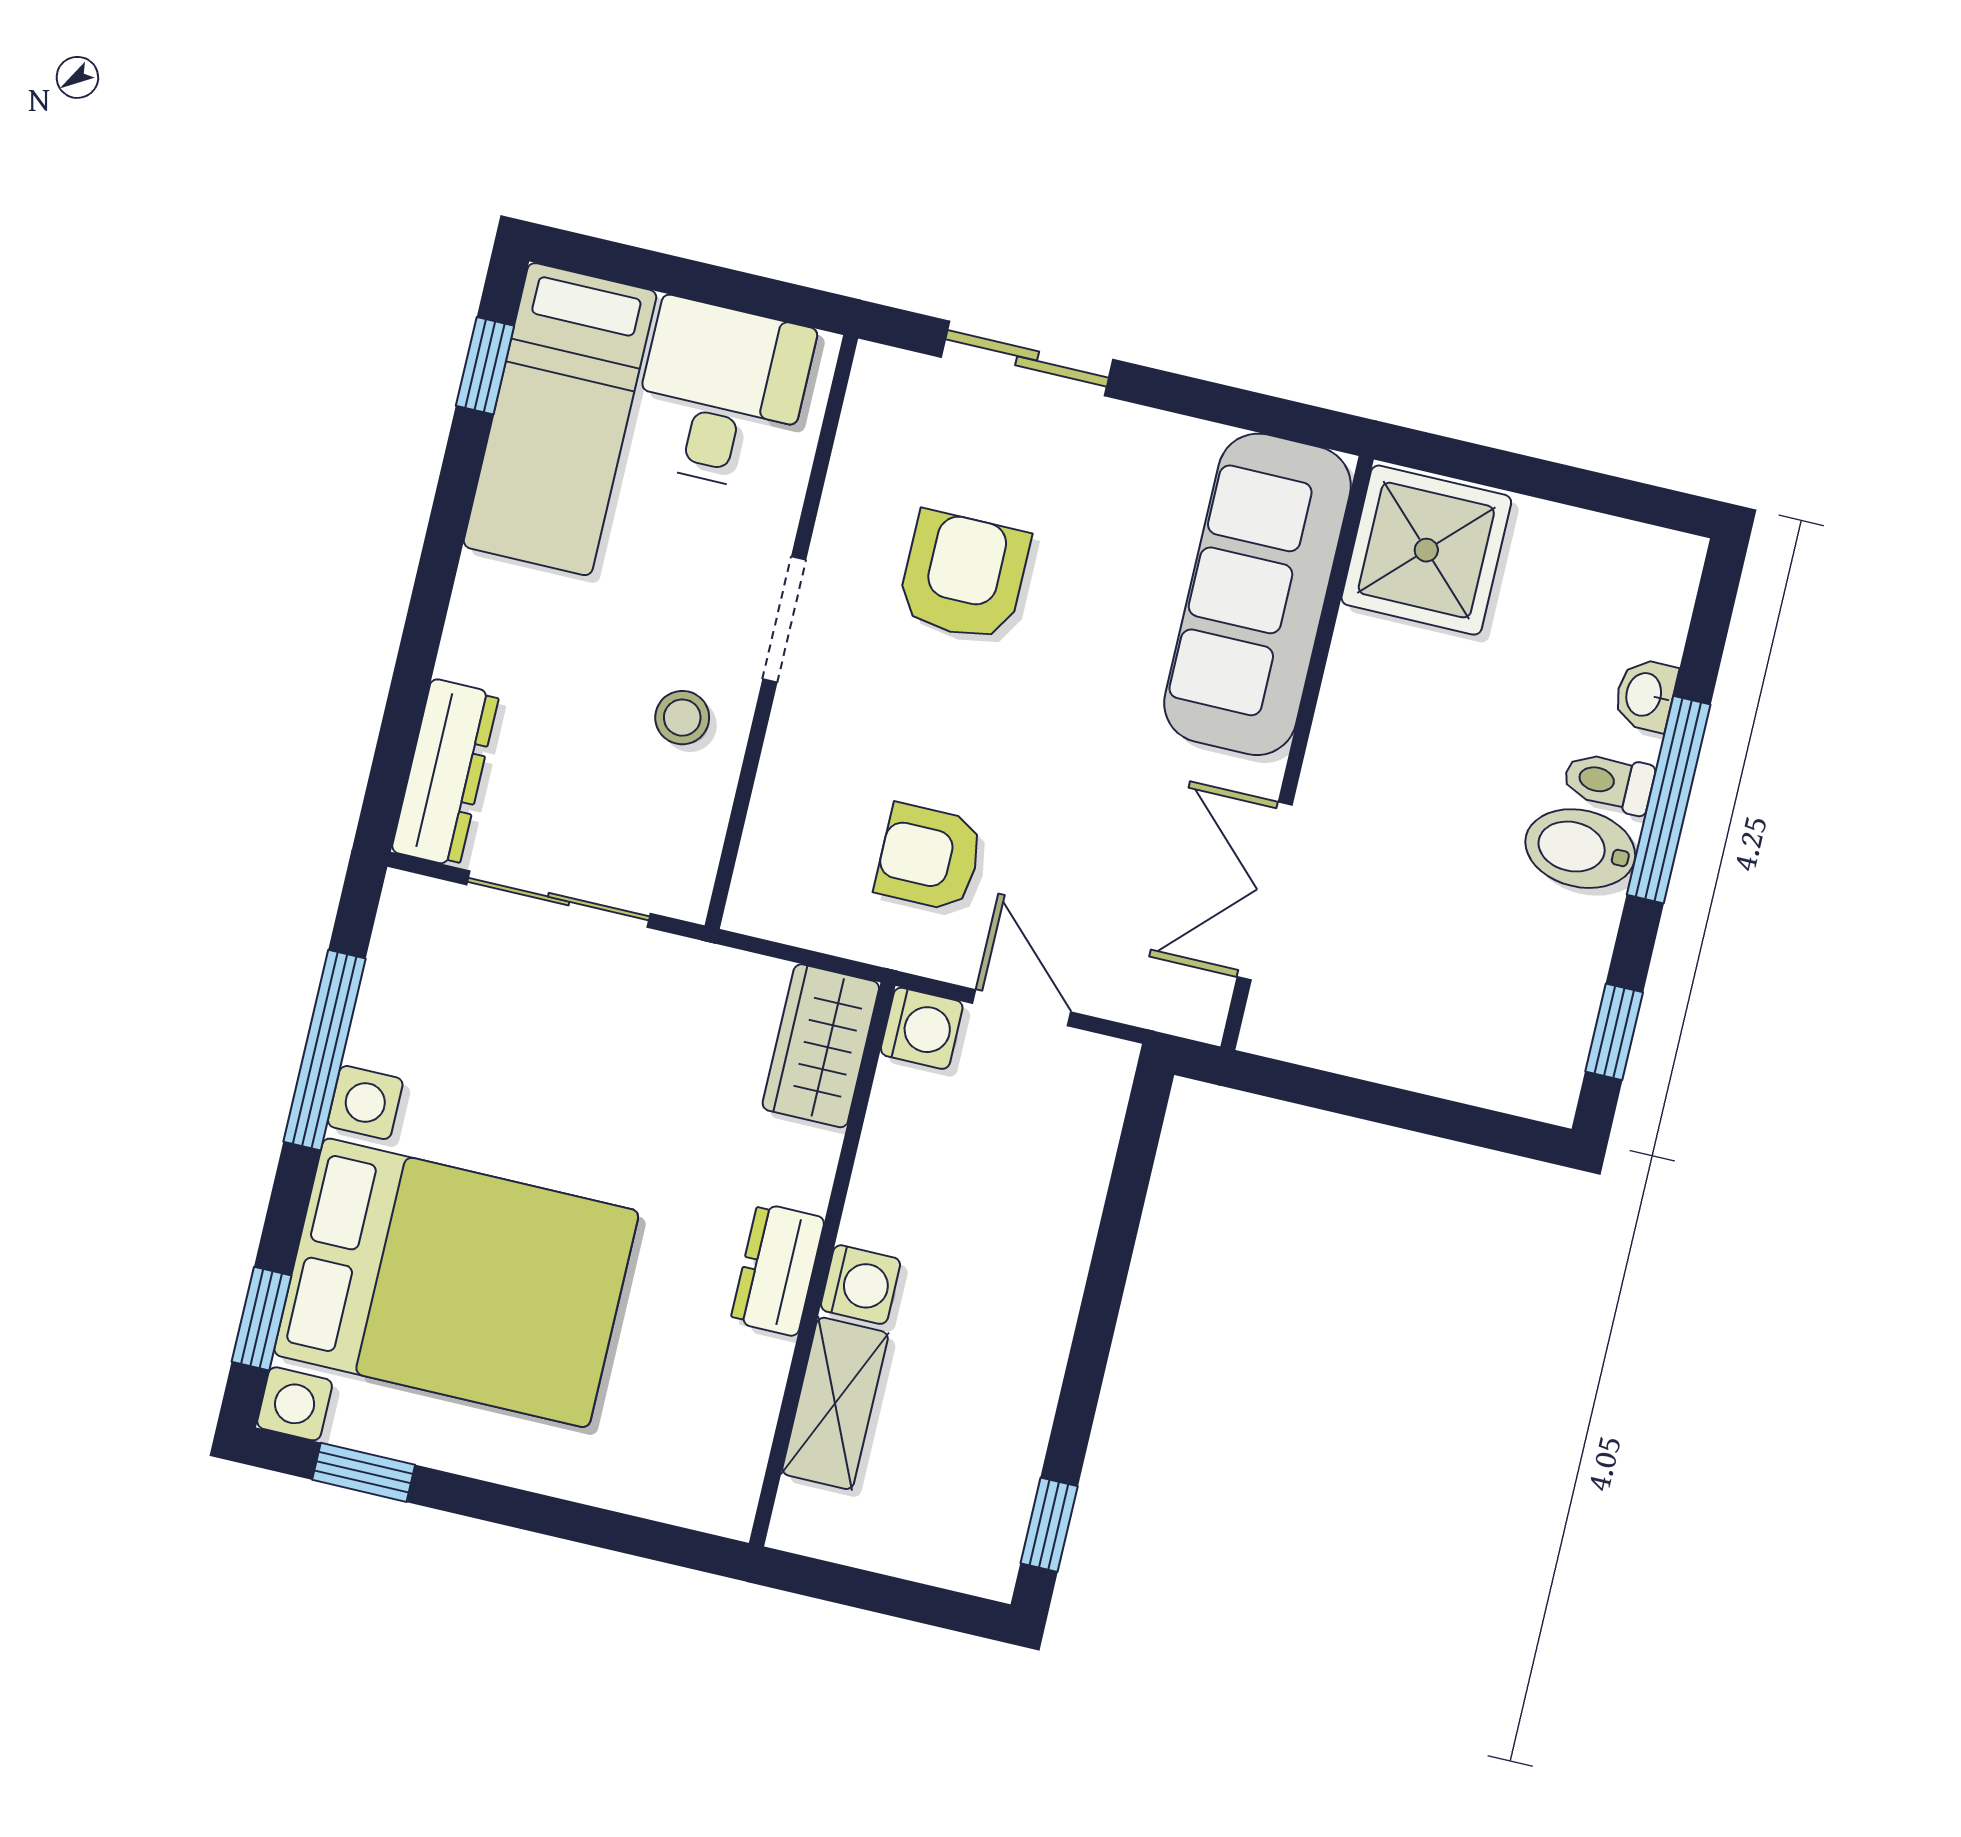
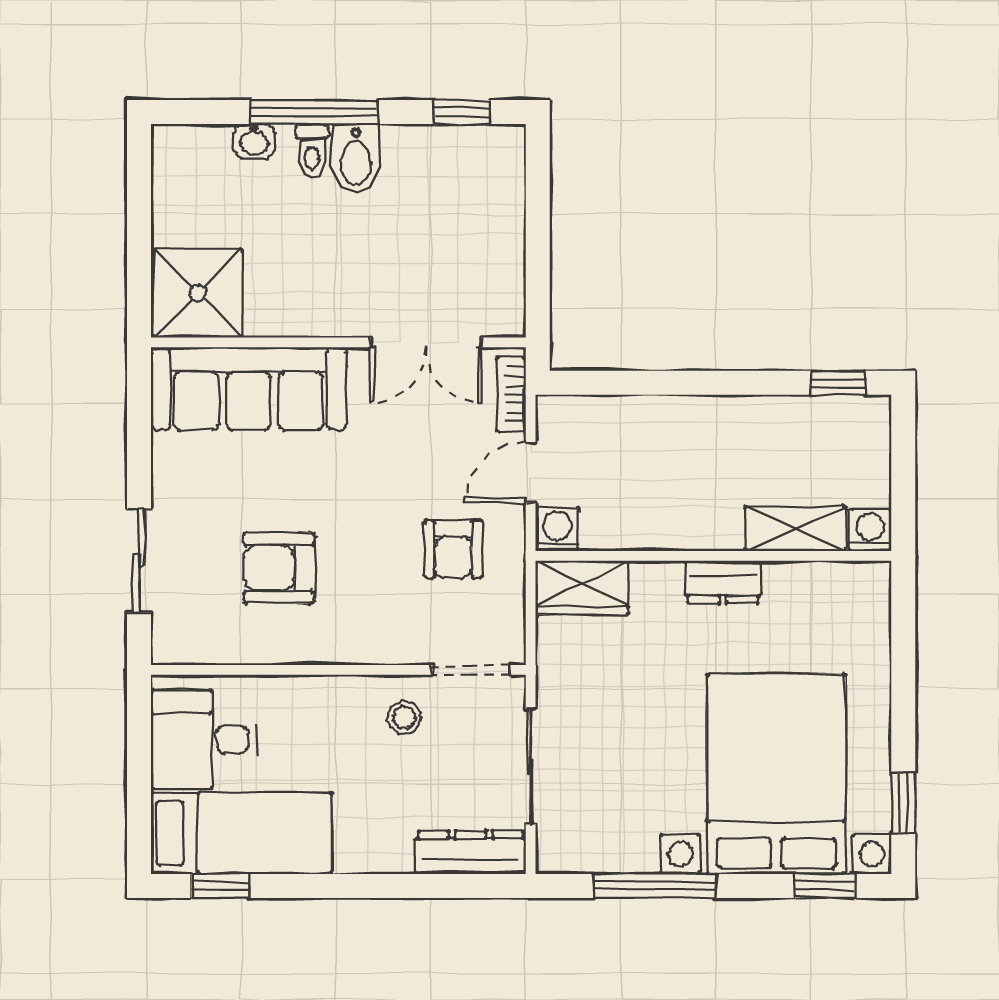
doorway: (784, 619) -> (471, 670), moved
bookcase: (1152, 1006) -> (511, 394), added
washing machine: (861, 1285) -> (870, 530), moved

